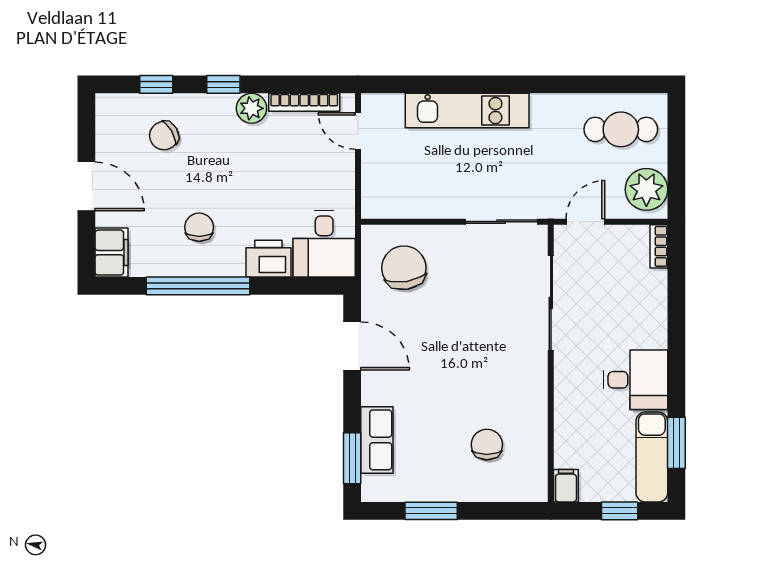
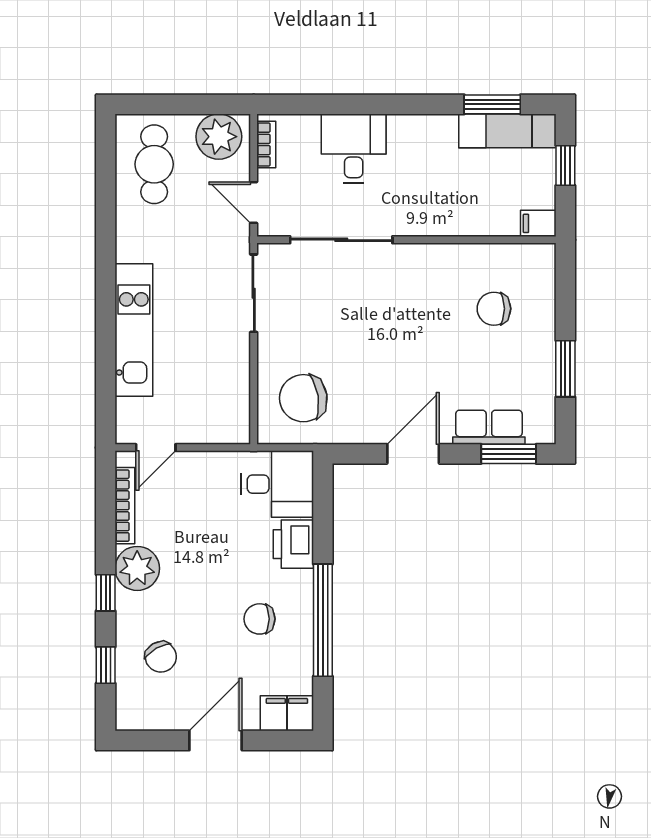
plant: (251, 108) -> (137, 568), width x1.36, depth x1.36
bookcase: (659, 246) -> (266, 145), moved, turned -90
door: (352, 346) -> (413, 454), moved
desk: (635, 380) -> (354, 149), moved

